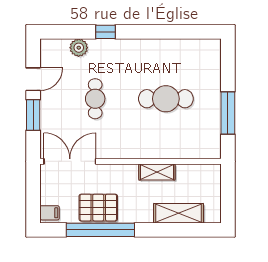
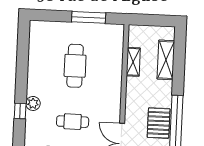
plant: (79, 48) -> (33, 103), moved
shelving: (157, 172) -> (133, 62), moved

